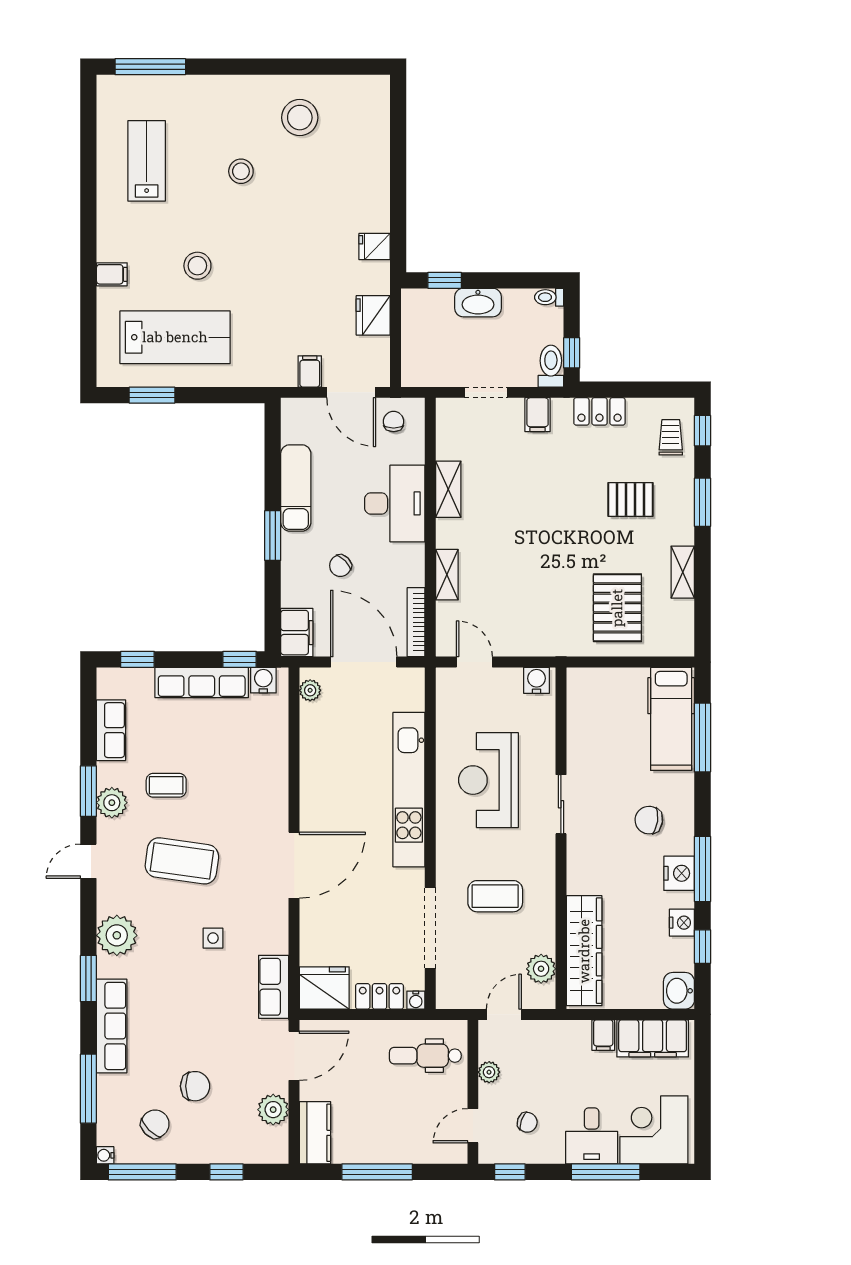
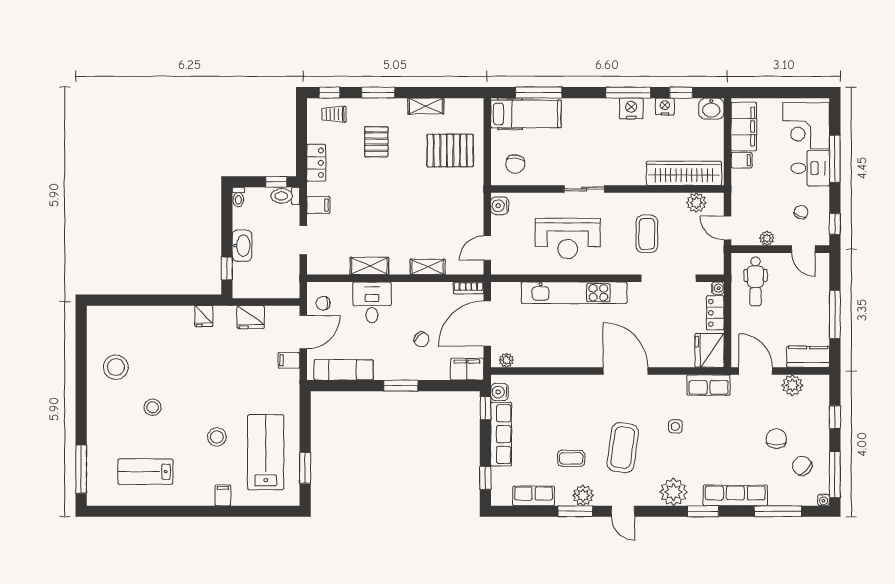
exam couch: (296, 488) -> (344, 370), moved
desk: (395, 503) -> (372, 302), width x0.73
bookcase: (416, 622) -> (468, 288), width x0.64
coffee table: (166, 785) -> (571, 458), turned 90
chair: (649, 820) -> (515, 164), moved

